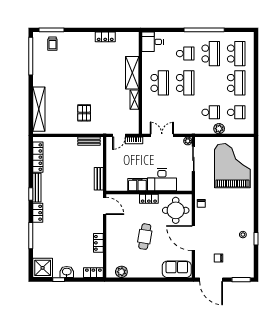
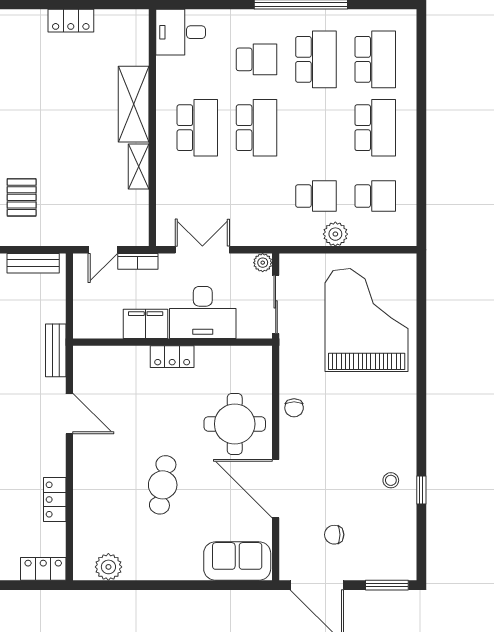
desk: (162, 180) -> (203, 313), moved
filing cabinet: (137, 185) -> (146, 324), moved
wall: (149, 192) -> (173, 342), moved
locker: (149, 199) -> (172, 357), moved

